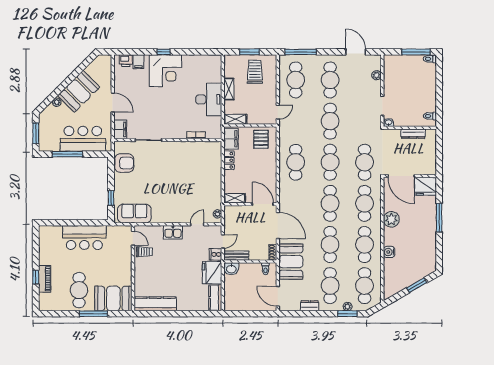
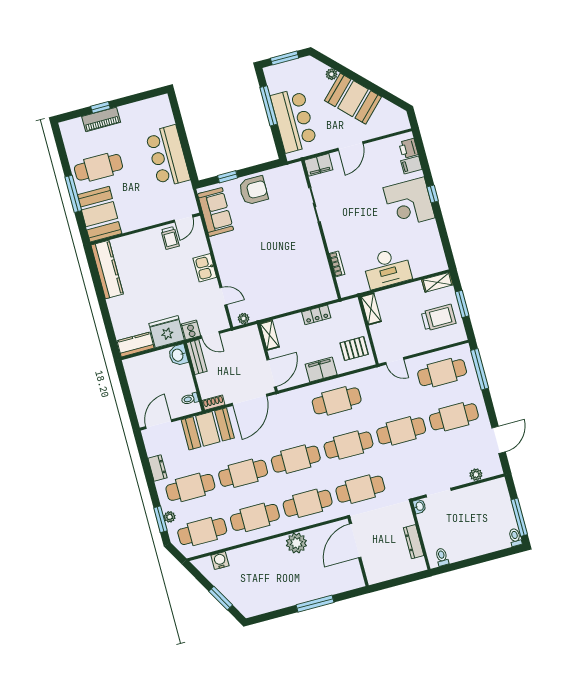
shelving: (229, 89) -> (437, 282), moved
filing cabinet: (231, 139) -> (321, 369), moved, turned 180
armchair: (124, 163) -> (253, 190), moved, turned -90
fridge: (426, 186) -> (350, 576), removed
water cooler: (389, 252) -> (220, 560), moved

